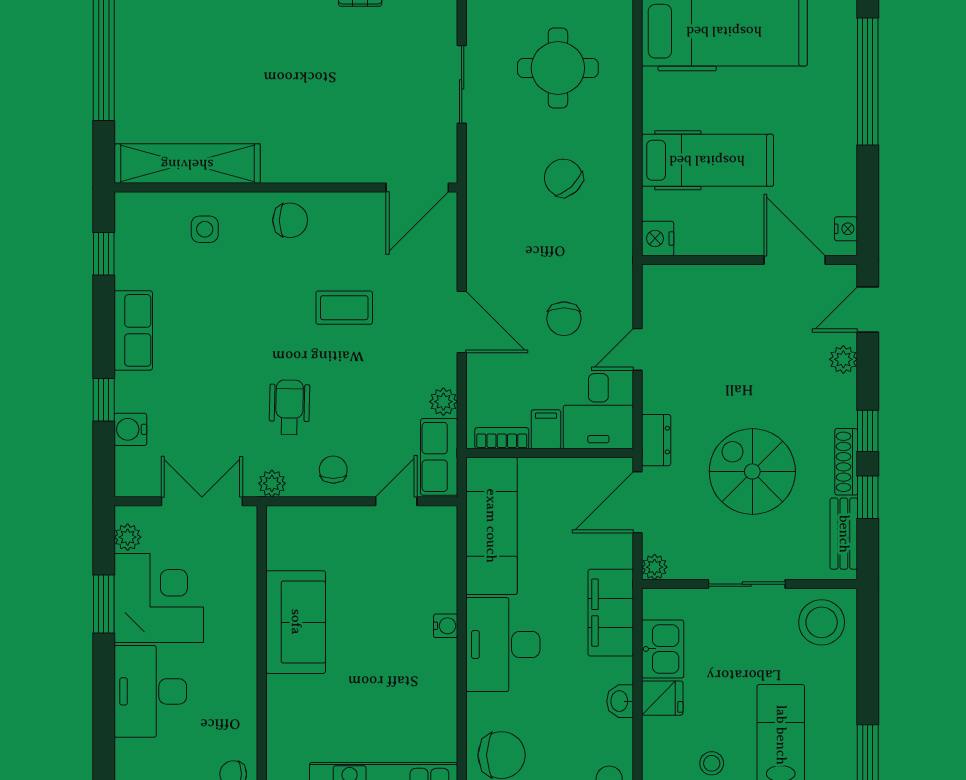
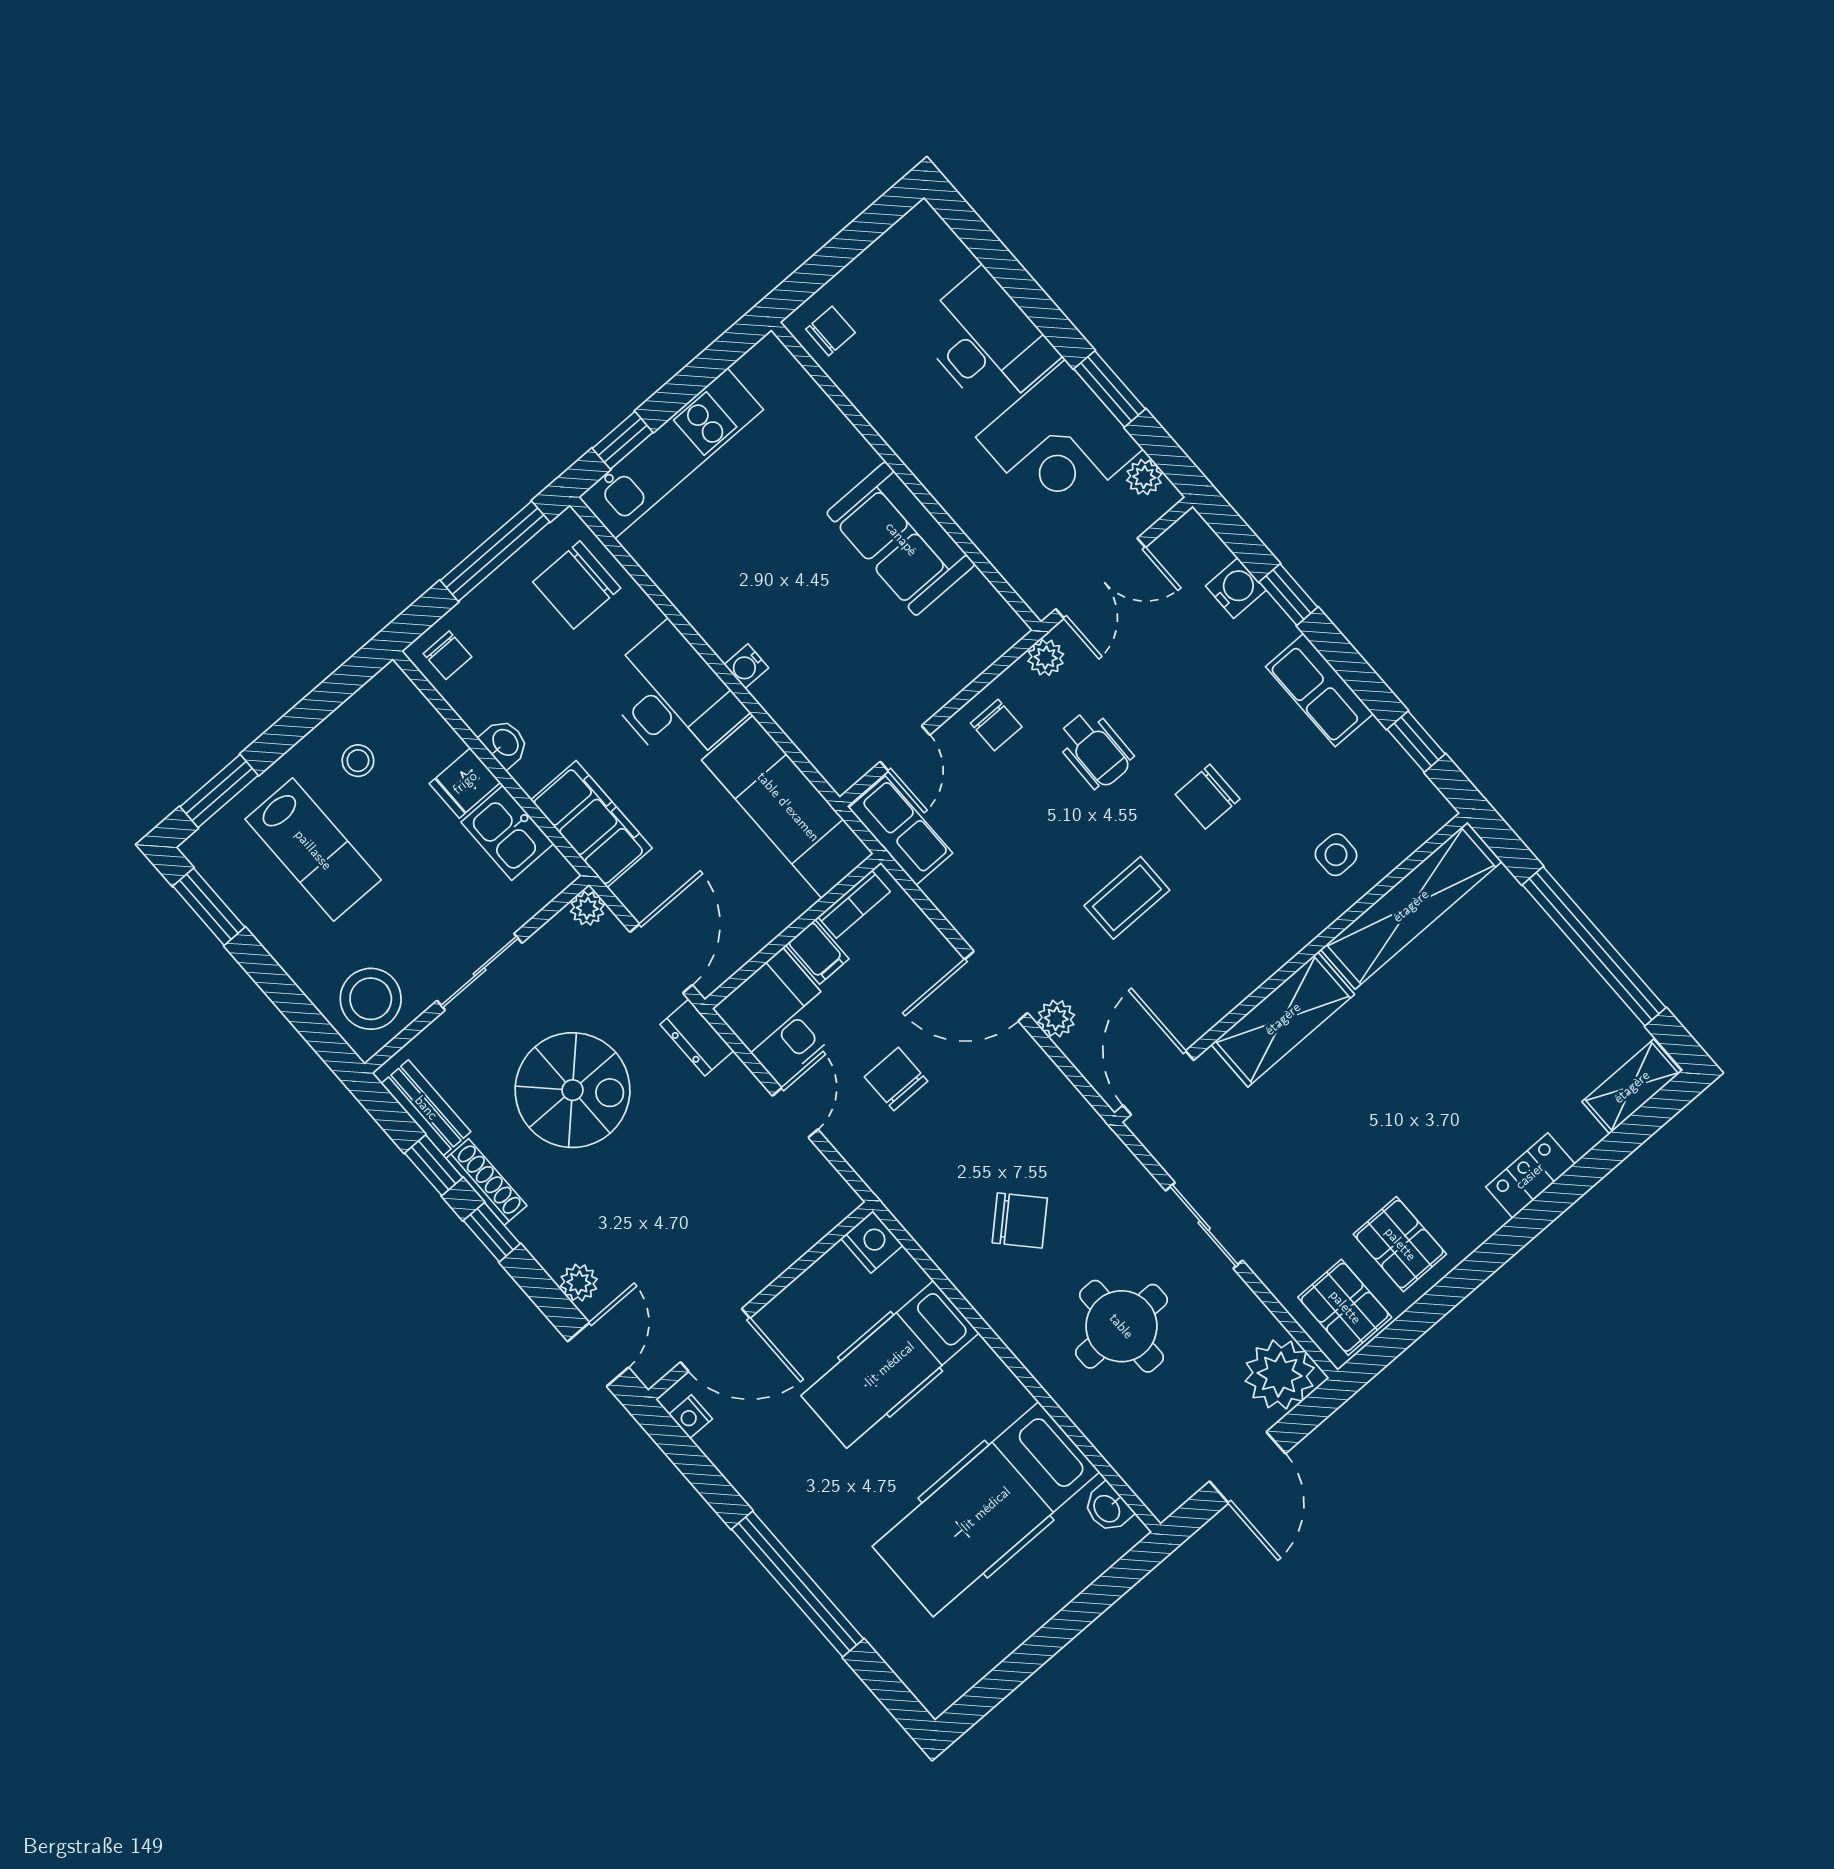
shelving: (316, 162) -> (1283, 1019), added
chair: (290, 220) -> (1208, 797), moved
plant: (443, 402) -> (1056, 1018), moved

